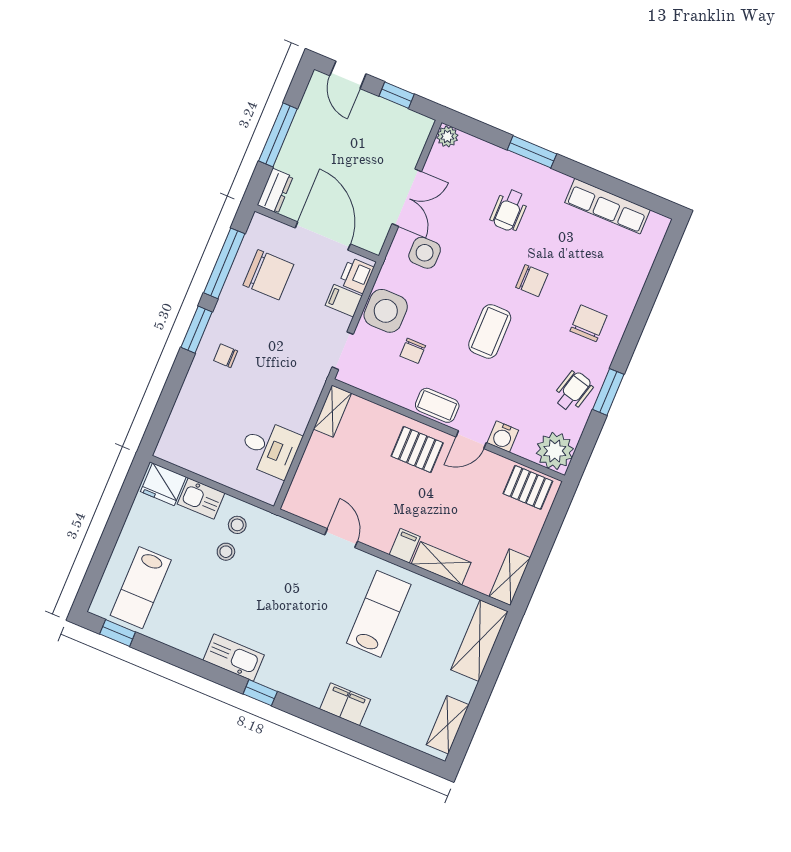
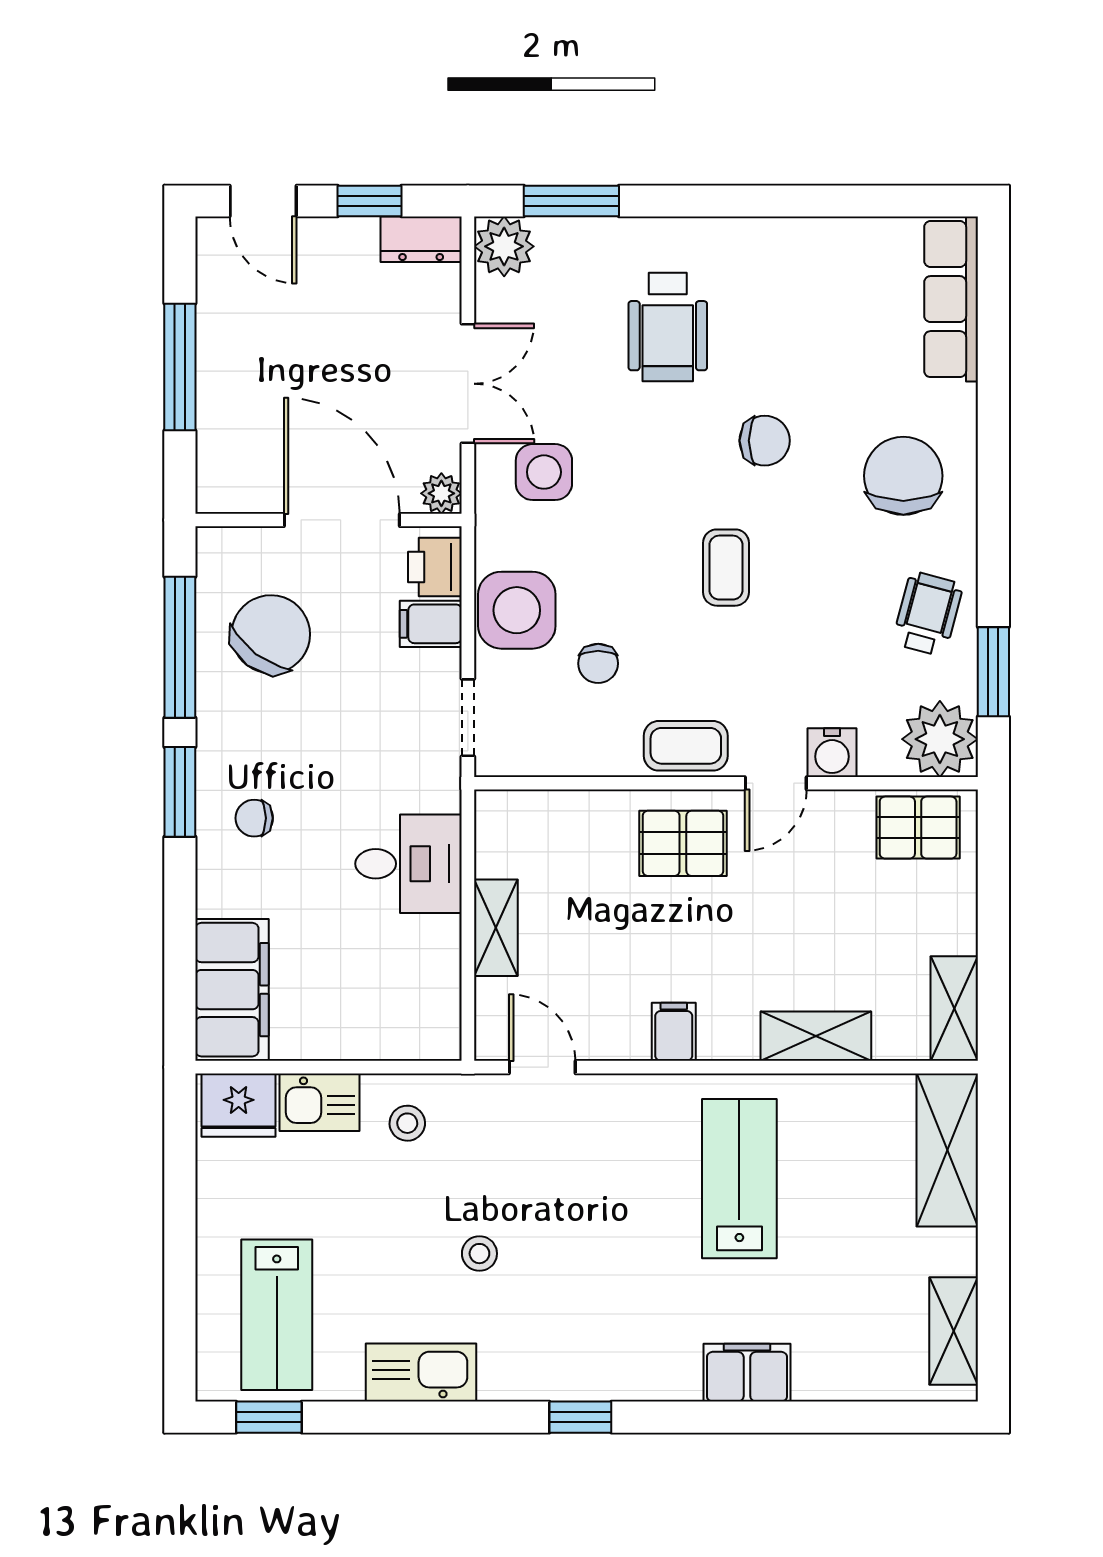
plant: (447, 136) -> (504, 246), width x1.38, depth x1.38
window: (532, 152) -> (571, 201), moved
dresser: (275, 191) -> (421, 239), moved, turned 90
row of seats: (608, 206) -> (951, 299), moved, turned 90
wheelchair: (509, 210) -> (668, 327), width x1.36, depth x1.37
plant: (374, 243) -> (441, 493), added
chair: (268, 275) -> (271, 634), turned -53
chair: (588, 323) -> (903, 476), width x1.37, depth x1.37
coffee table: (490, 331) -> (726, 568), width x0.73, depth x0.77
window: (608, 392) -> (993, 672), moved
shelving: (332, 411) -> (496, 928), moved
filing cabinet: (183, 430) -> (232, 990), added
desk: (270, 448) -> (409, 864), moved
door: (341, 538) -> (542, 1067), moved
filing cabinet: (405, 546) -> (674, 1032), moved
stool: (226, 552) -> (479, 1254), moved
kitchen sink: (234, 658) -> (421, 1373), moved

